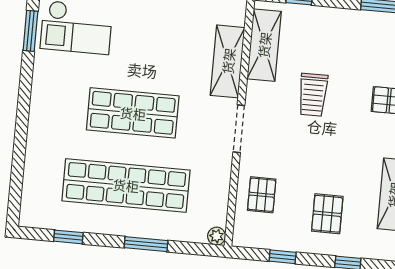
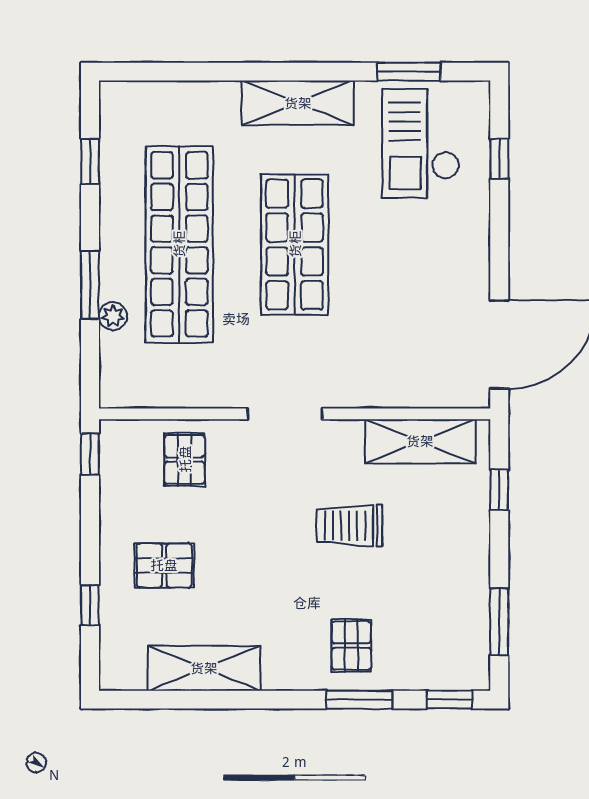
shelving: (228, 61) -> (298, 103), moved
pallet: (262, 195) -> (185, 459), turned 90
plant: (217, 236) -> (113, 316), moved
window: (283, 257) -> (90, 454), moved

